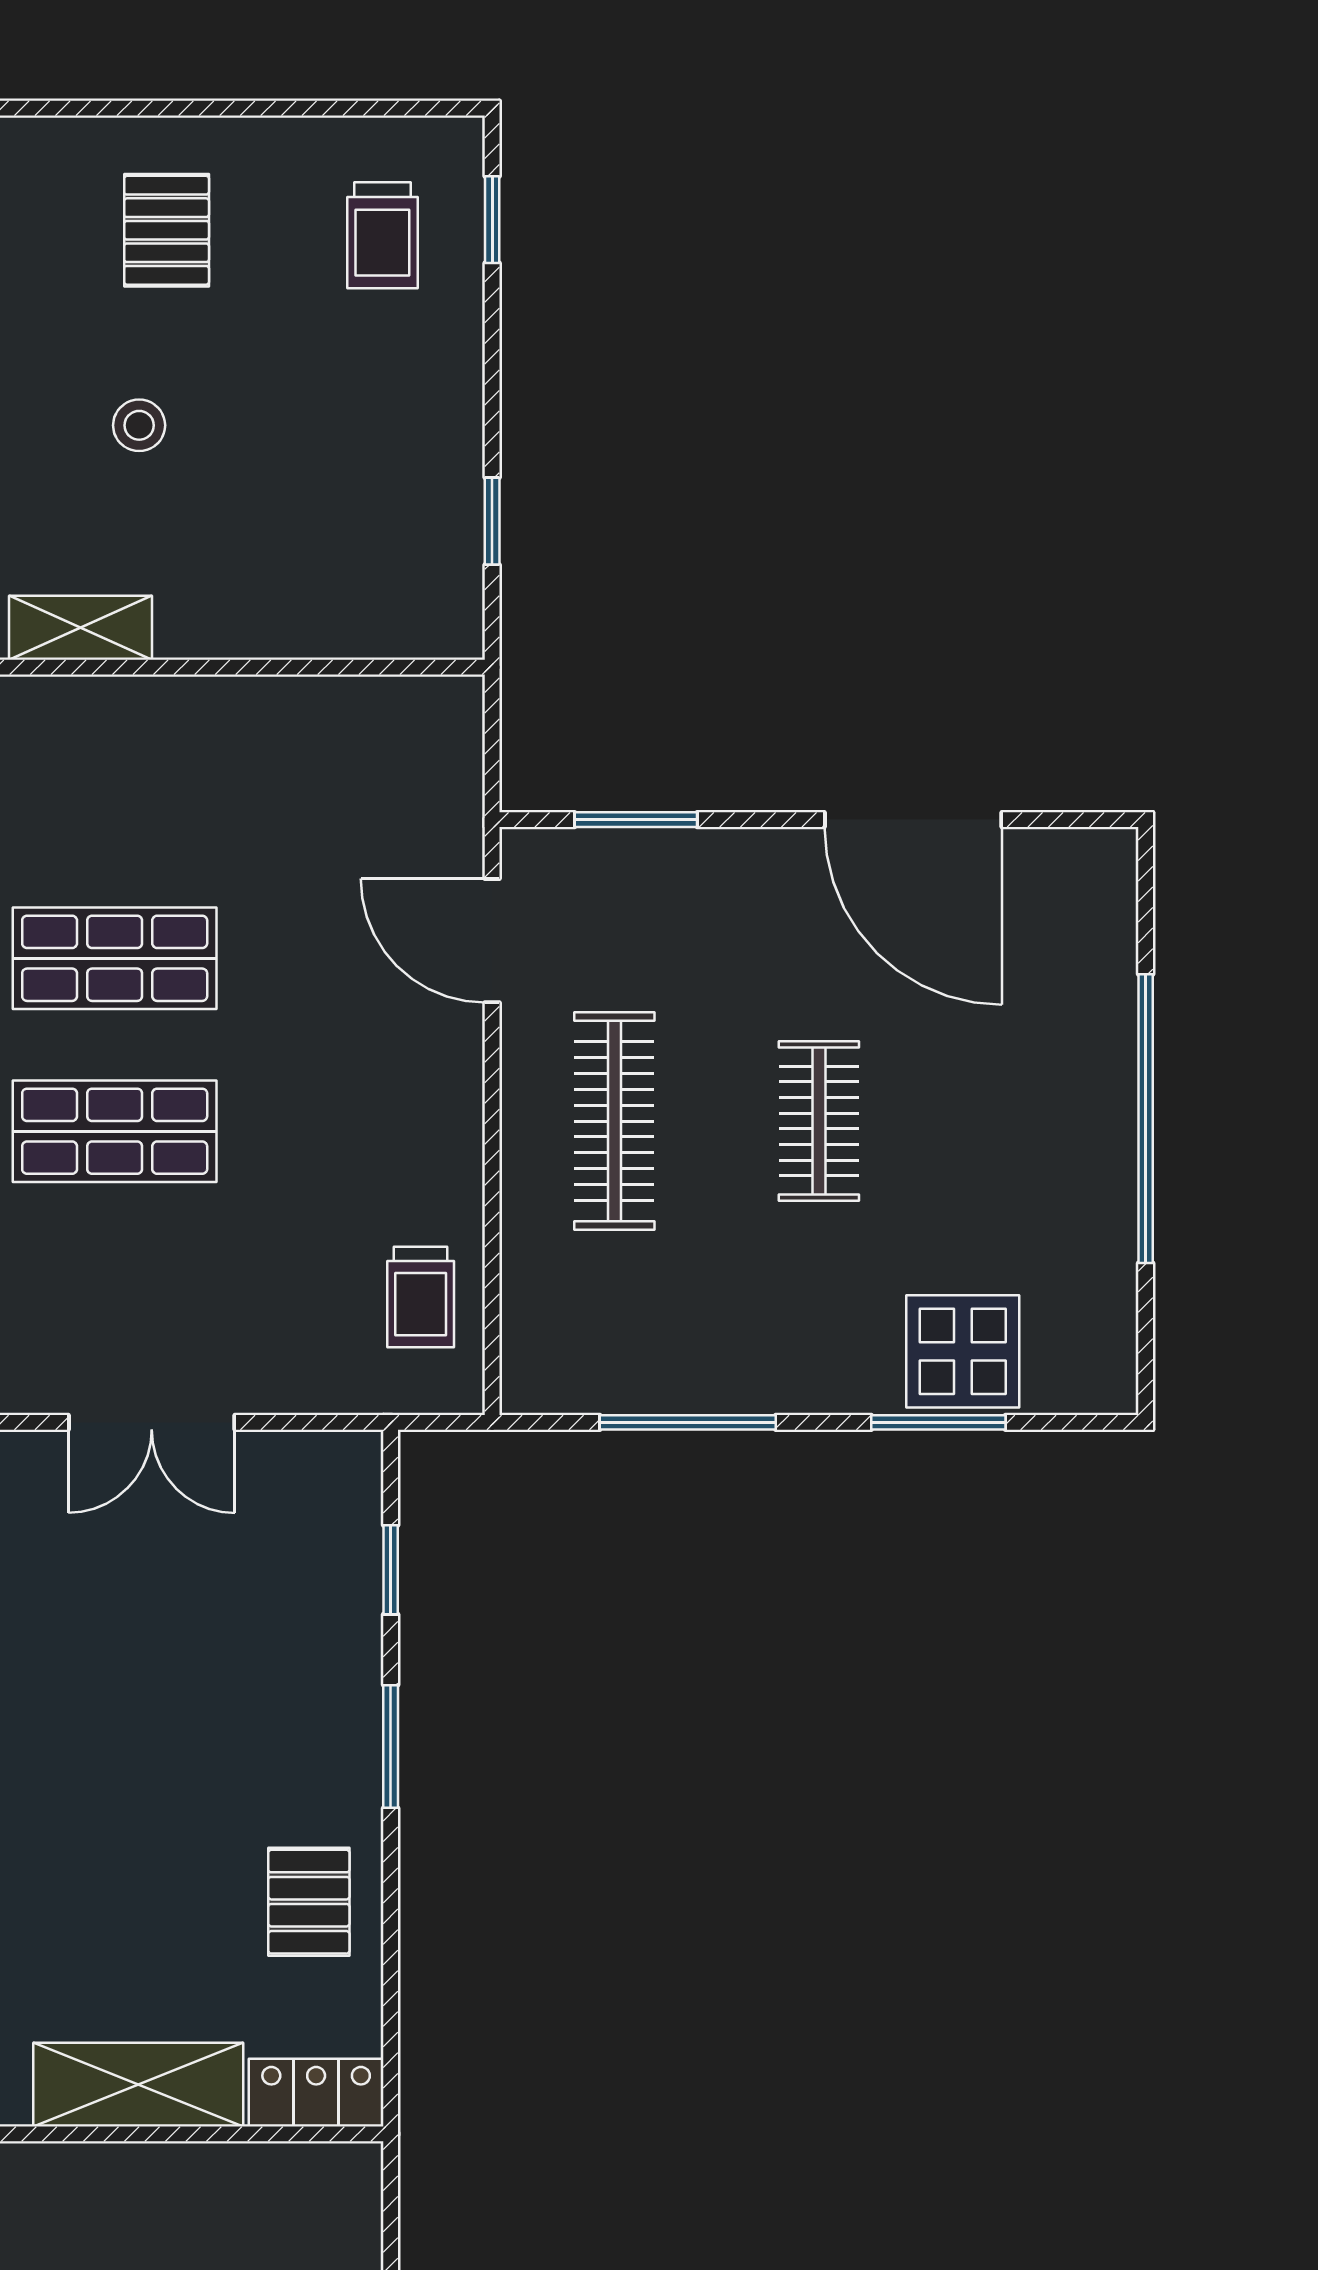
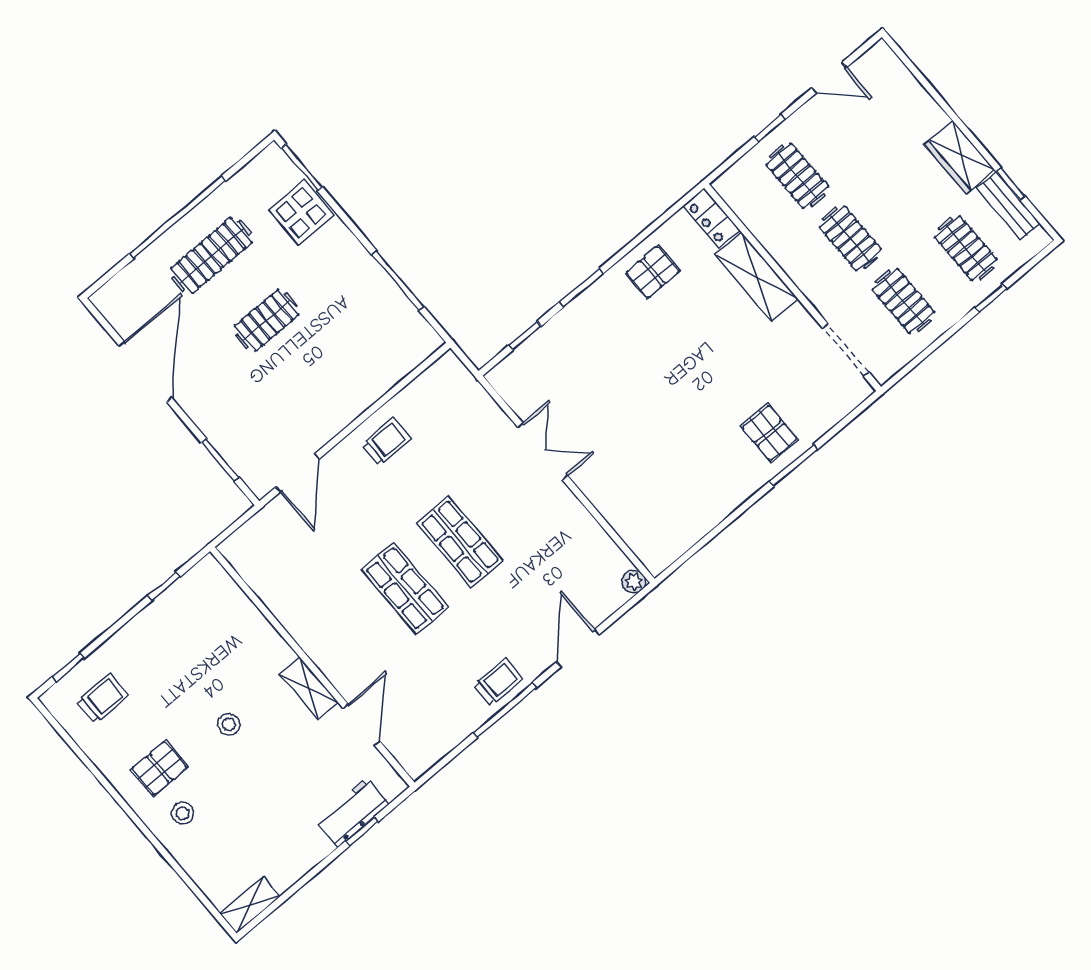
stool: (48, 203) -> (182, 813), added
clothes rail: (614, 1121) -> (212, 255), moved
trolley: (421, 1297) -> (386, 441), moved
window: (938, 1422) -> (302, 167), moved

